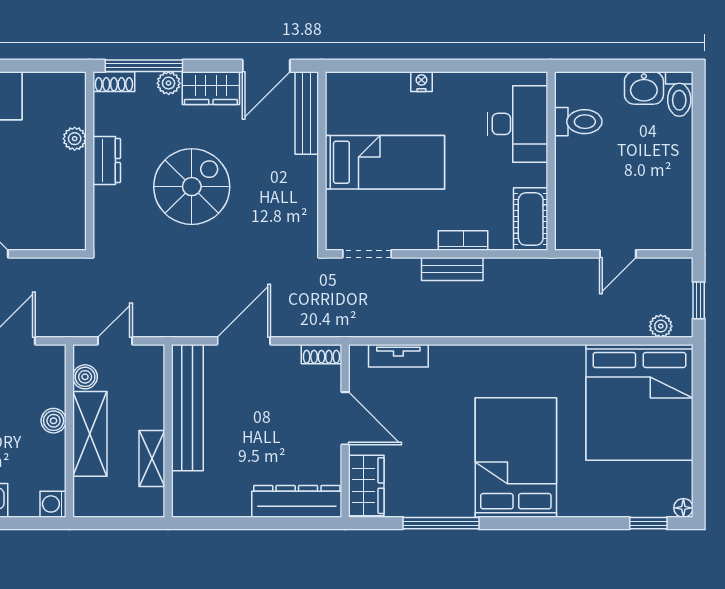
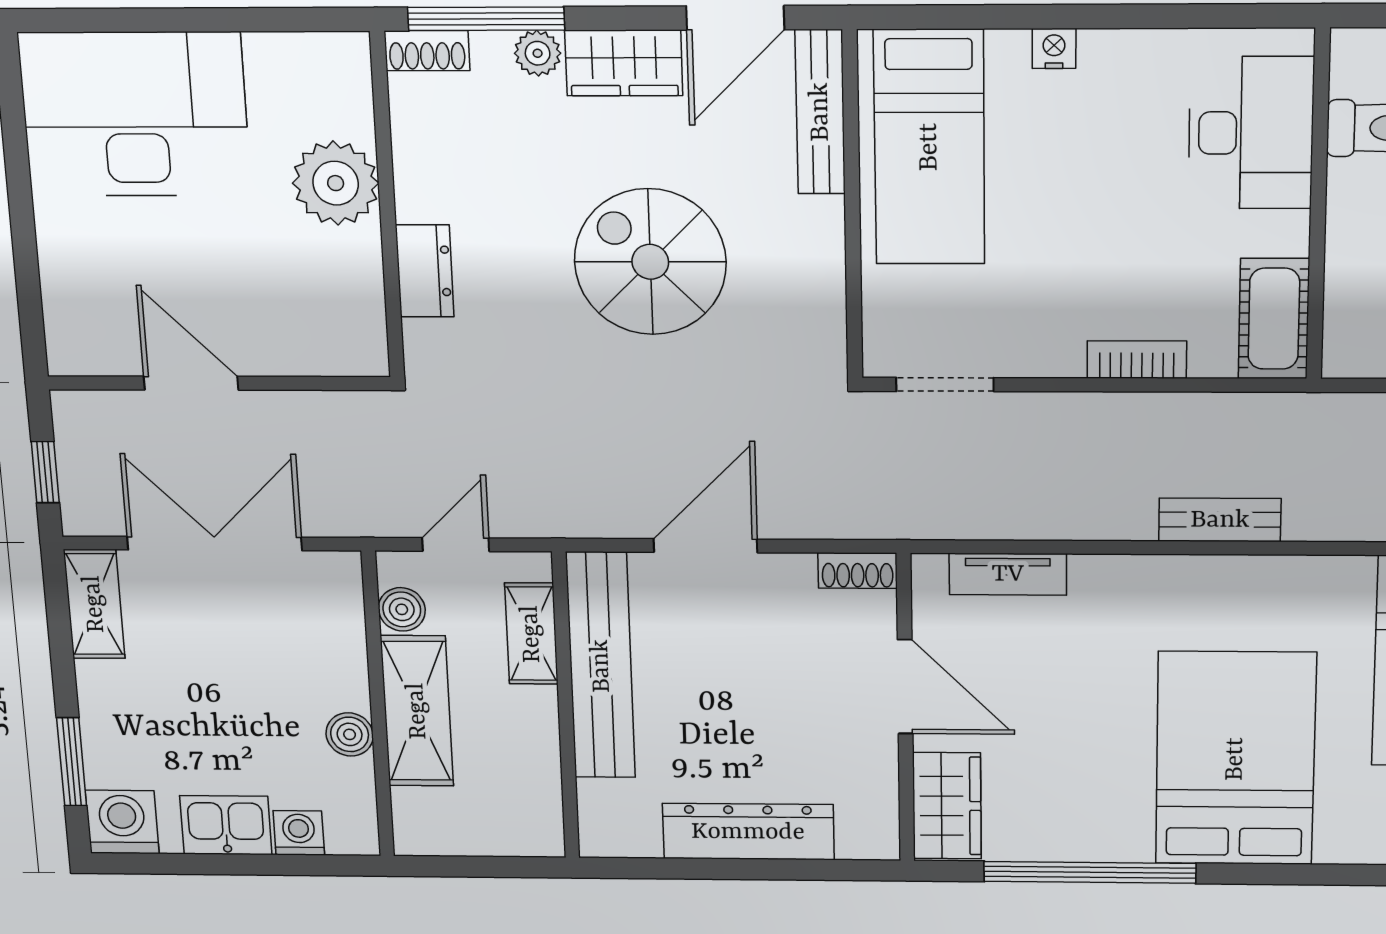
plant: (75, 139) -> (336, 183), width x1.88, depth x1.88
dresser: (107, 161) -> (425, 271), moved
bed: (385, 162) -> (929, 147), moved, turned 90
spiral stairs: (192, 187) -> (650, 262), moved, turned -90
bench: (452, 269) -> (1220, 520), moved
boiler: (54, 421) -> (350, 734), moved
shelving: (152, 458) -> (531, 634), moved
dresser: (297, 501) -> (748, 832), moved
washing machine: (53, 504) -> (299, 833), moved, turned 90
window: (441, 523) -> (1090, 872), width x1.46

